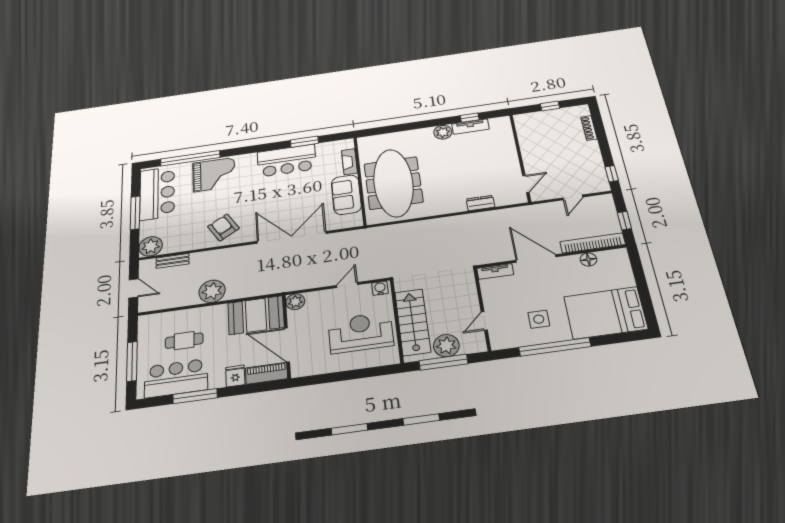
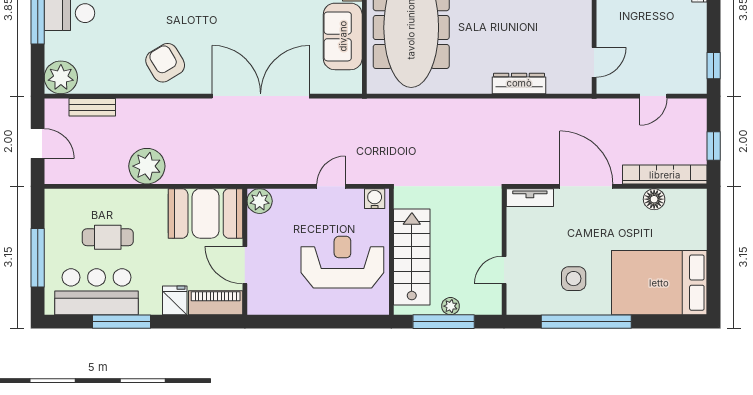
dresser: (480, 203) -> (519, 83), width x1.44
door: (287, 345) -> (245, 265), width x0.73
plant: (446, 346) -> (451, 306), width x0.53, depth x0.53

